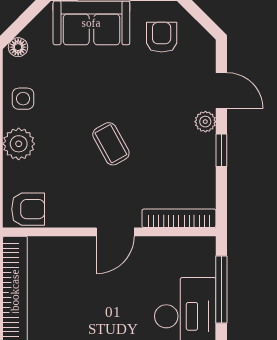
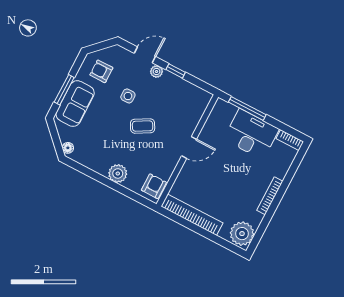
side table: (23, 99) -> (128, 96), moved
bookcase: (179, 218) -> (199, 111), removed
door: (115, 232) -> (189, 148), hinge flipped

